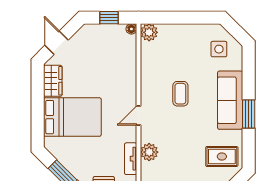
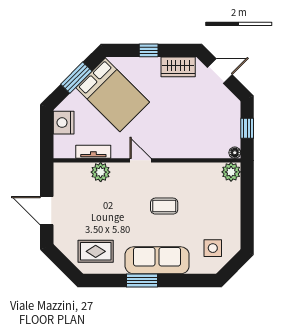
window: (38, 108) -> (149, 50), added
bed: (72, 117) -> (113, 95), moved, turned -45
rug: (222, 156) -> (96, 251), turned 90

